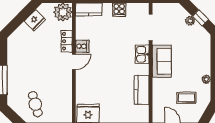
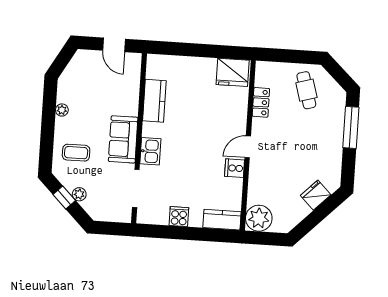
fridge: (35, 20) -> (316, 195), moved
locker: (67, 41) -> (261, 102), moved
coffee table: (186, 98) -> (76, 153), moved

